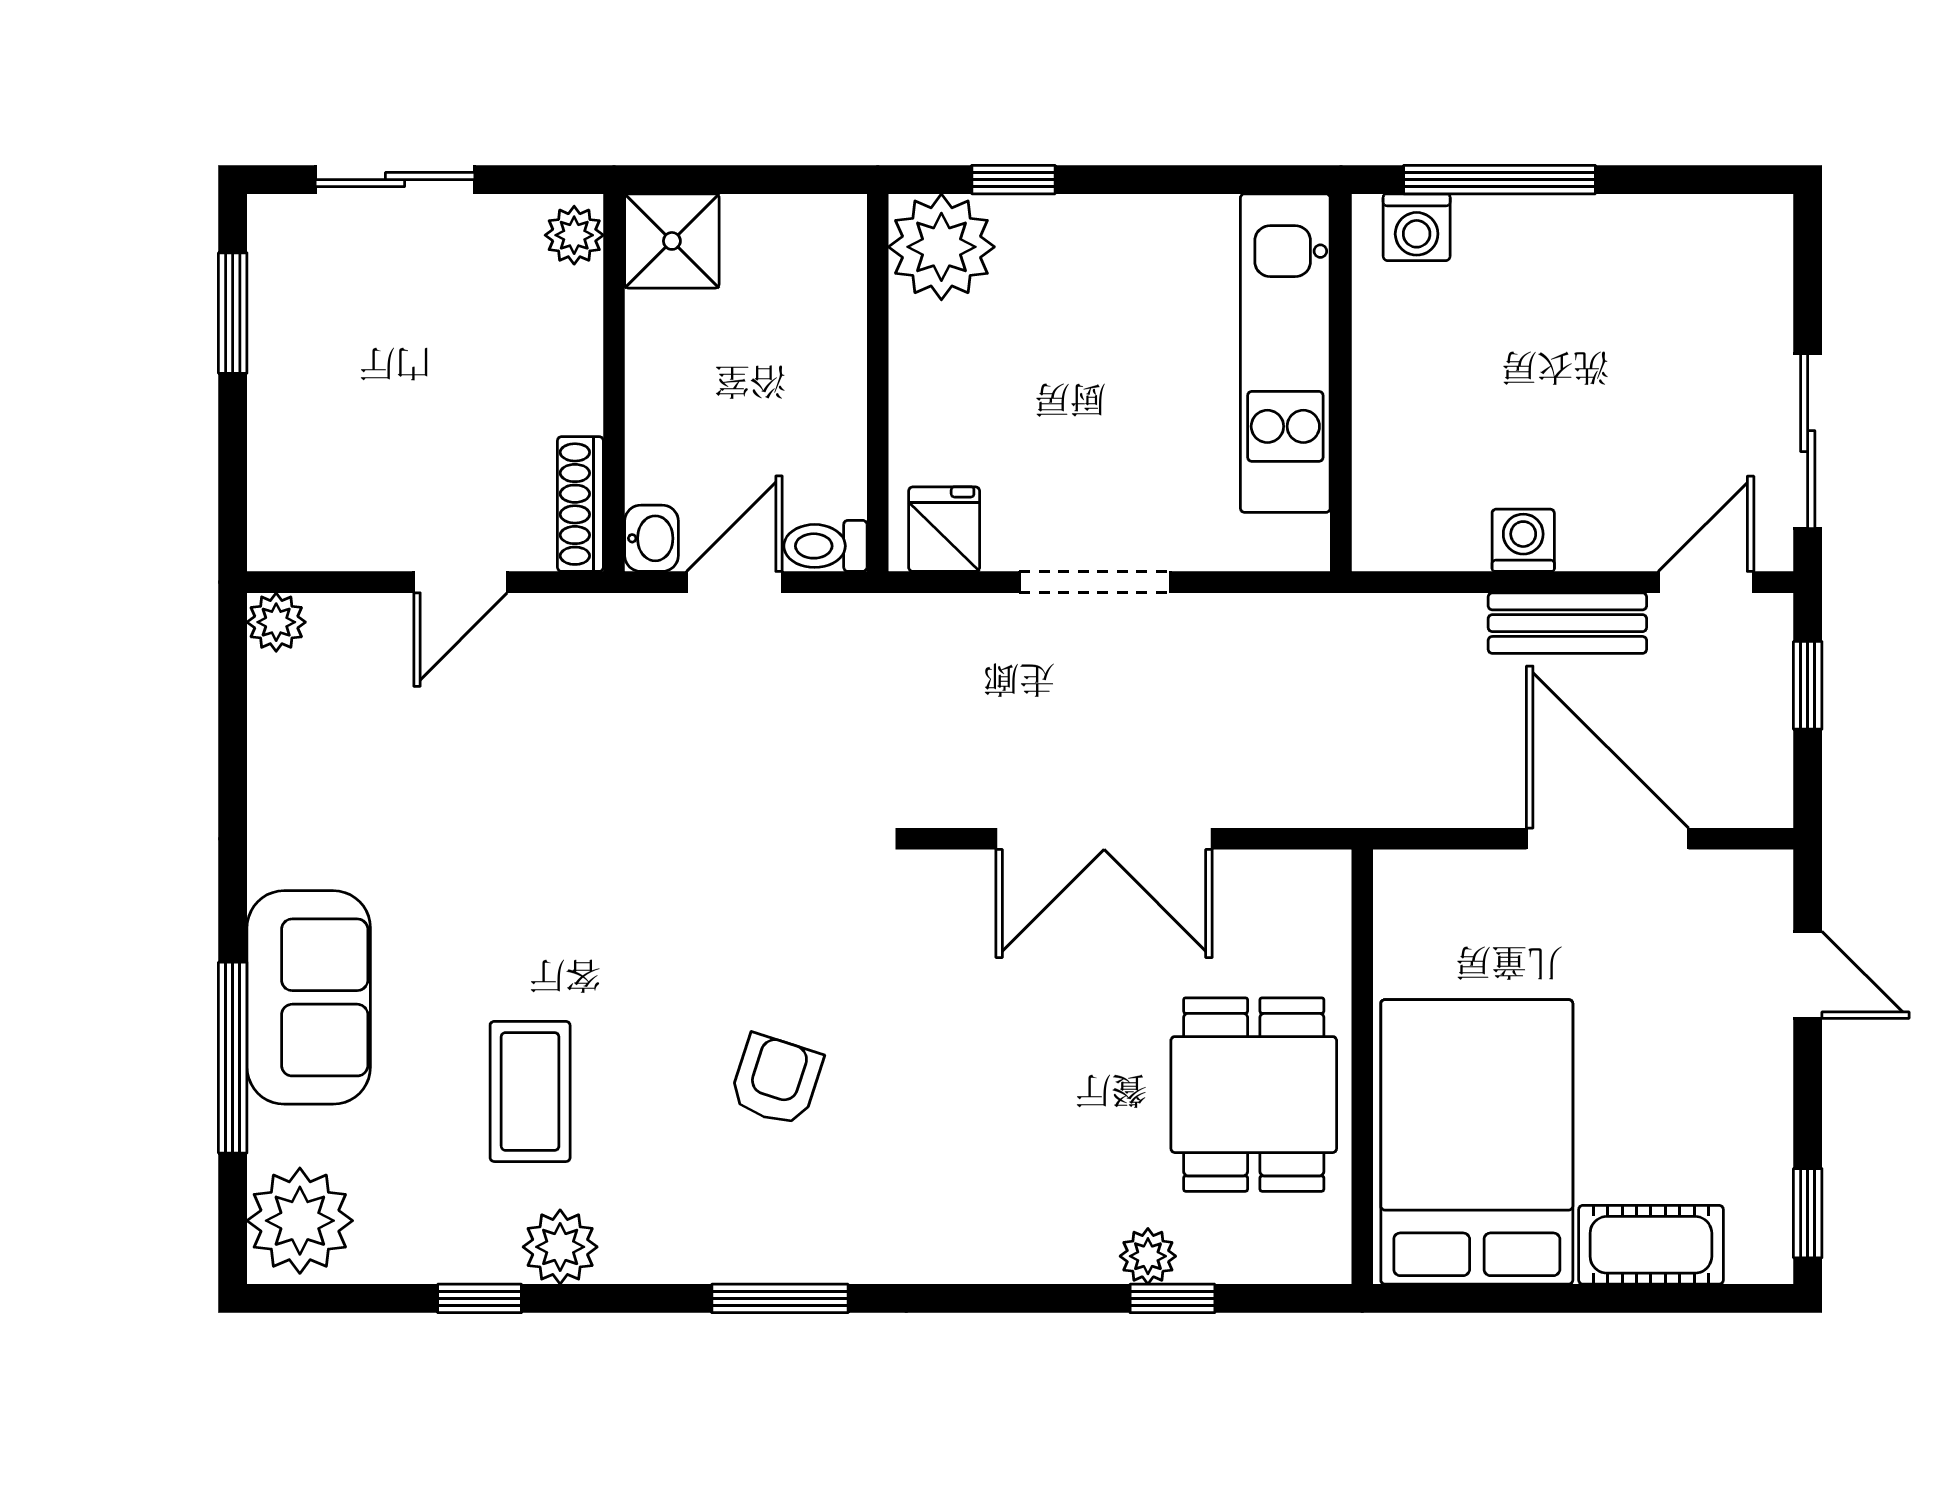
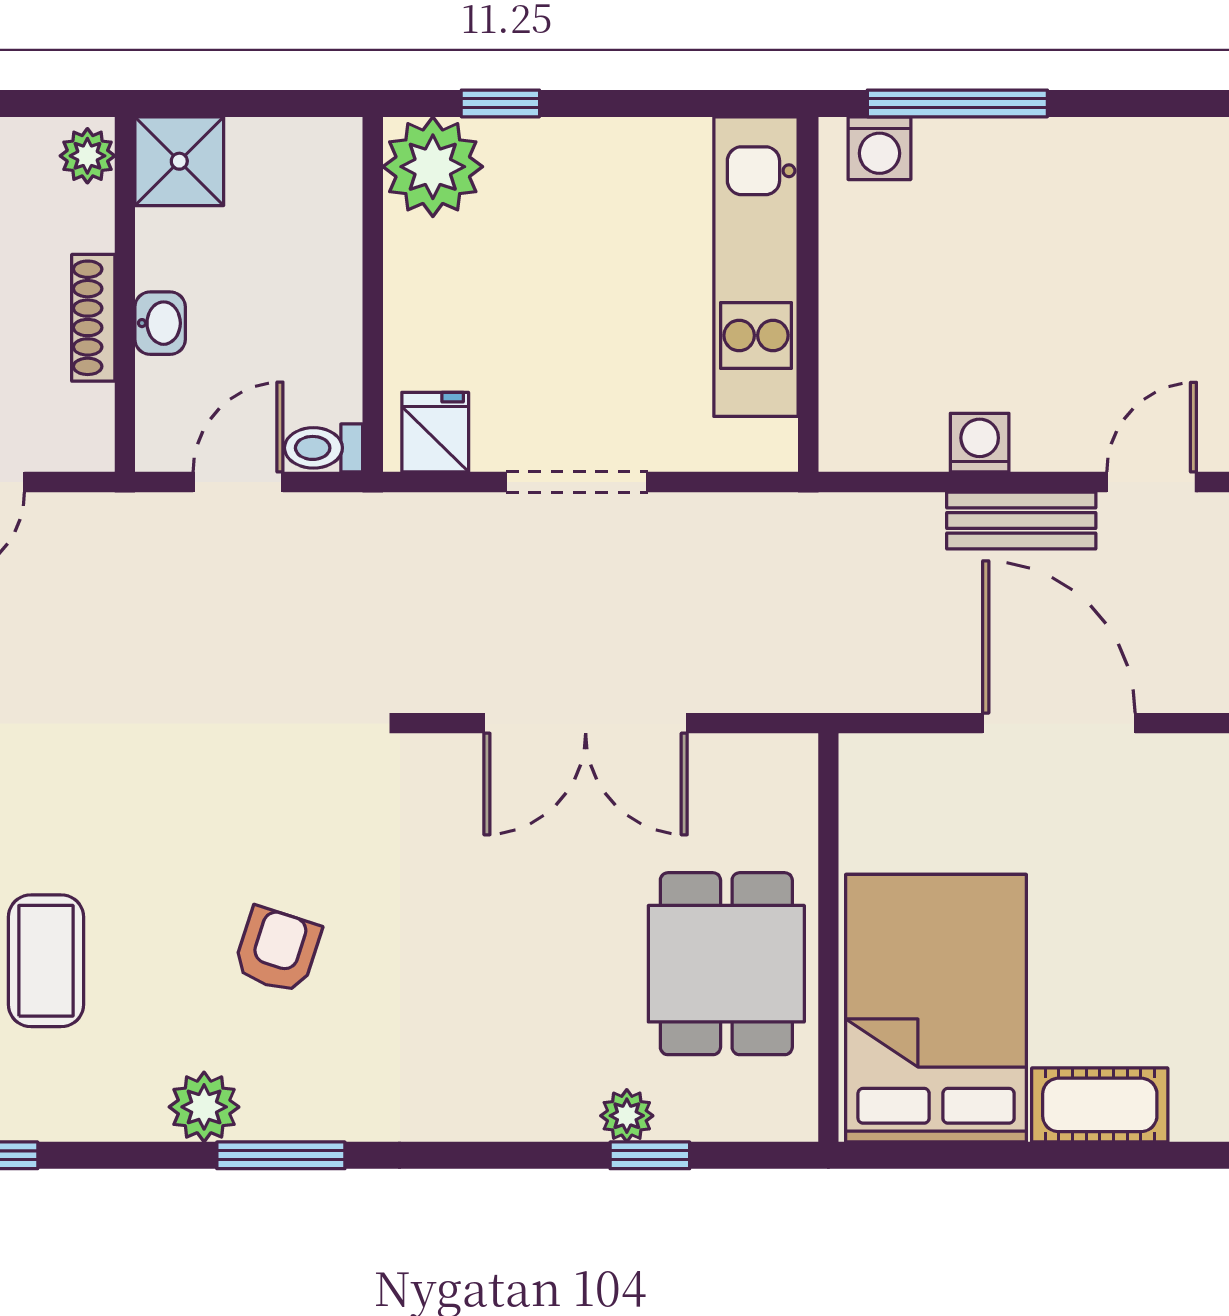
shoe rack: (580, 504) -> (93, 318), moved
washbasin: (651, 538) -> (160, 323), moved
plant: (560, 1247) -> (204, 1107), moved

